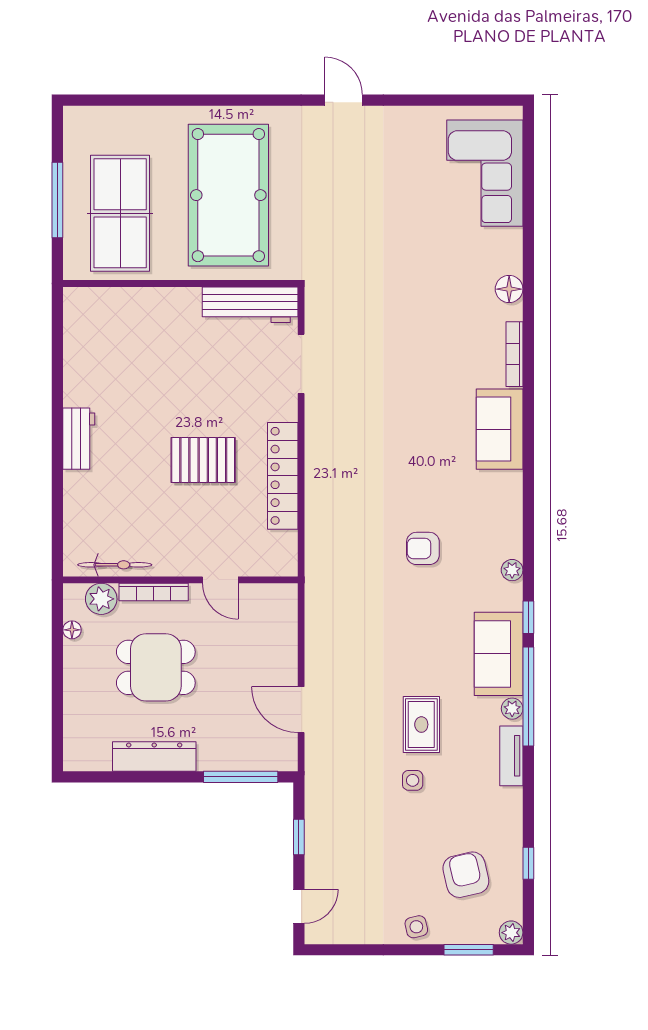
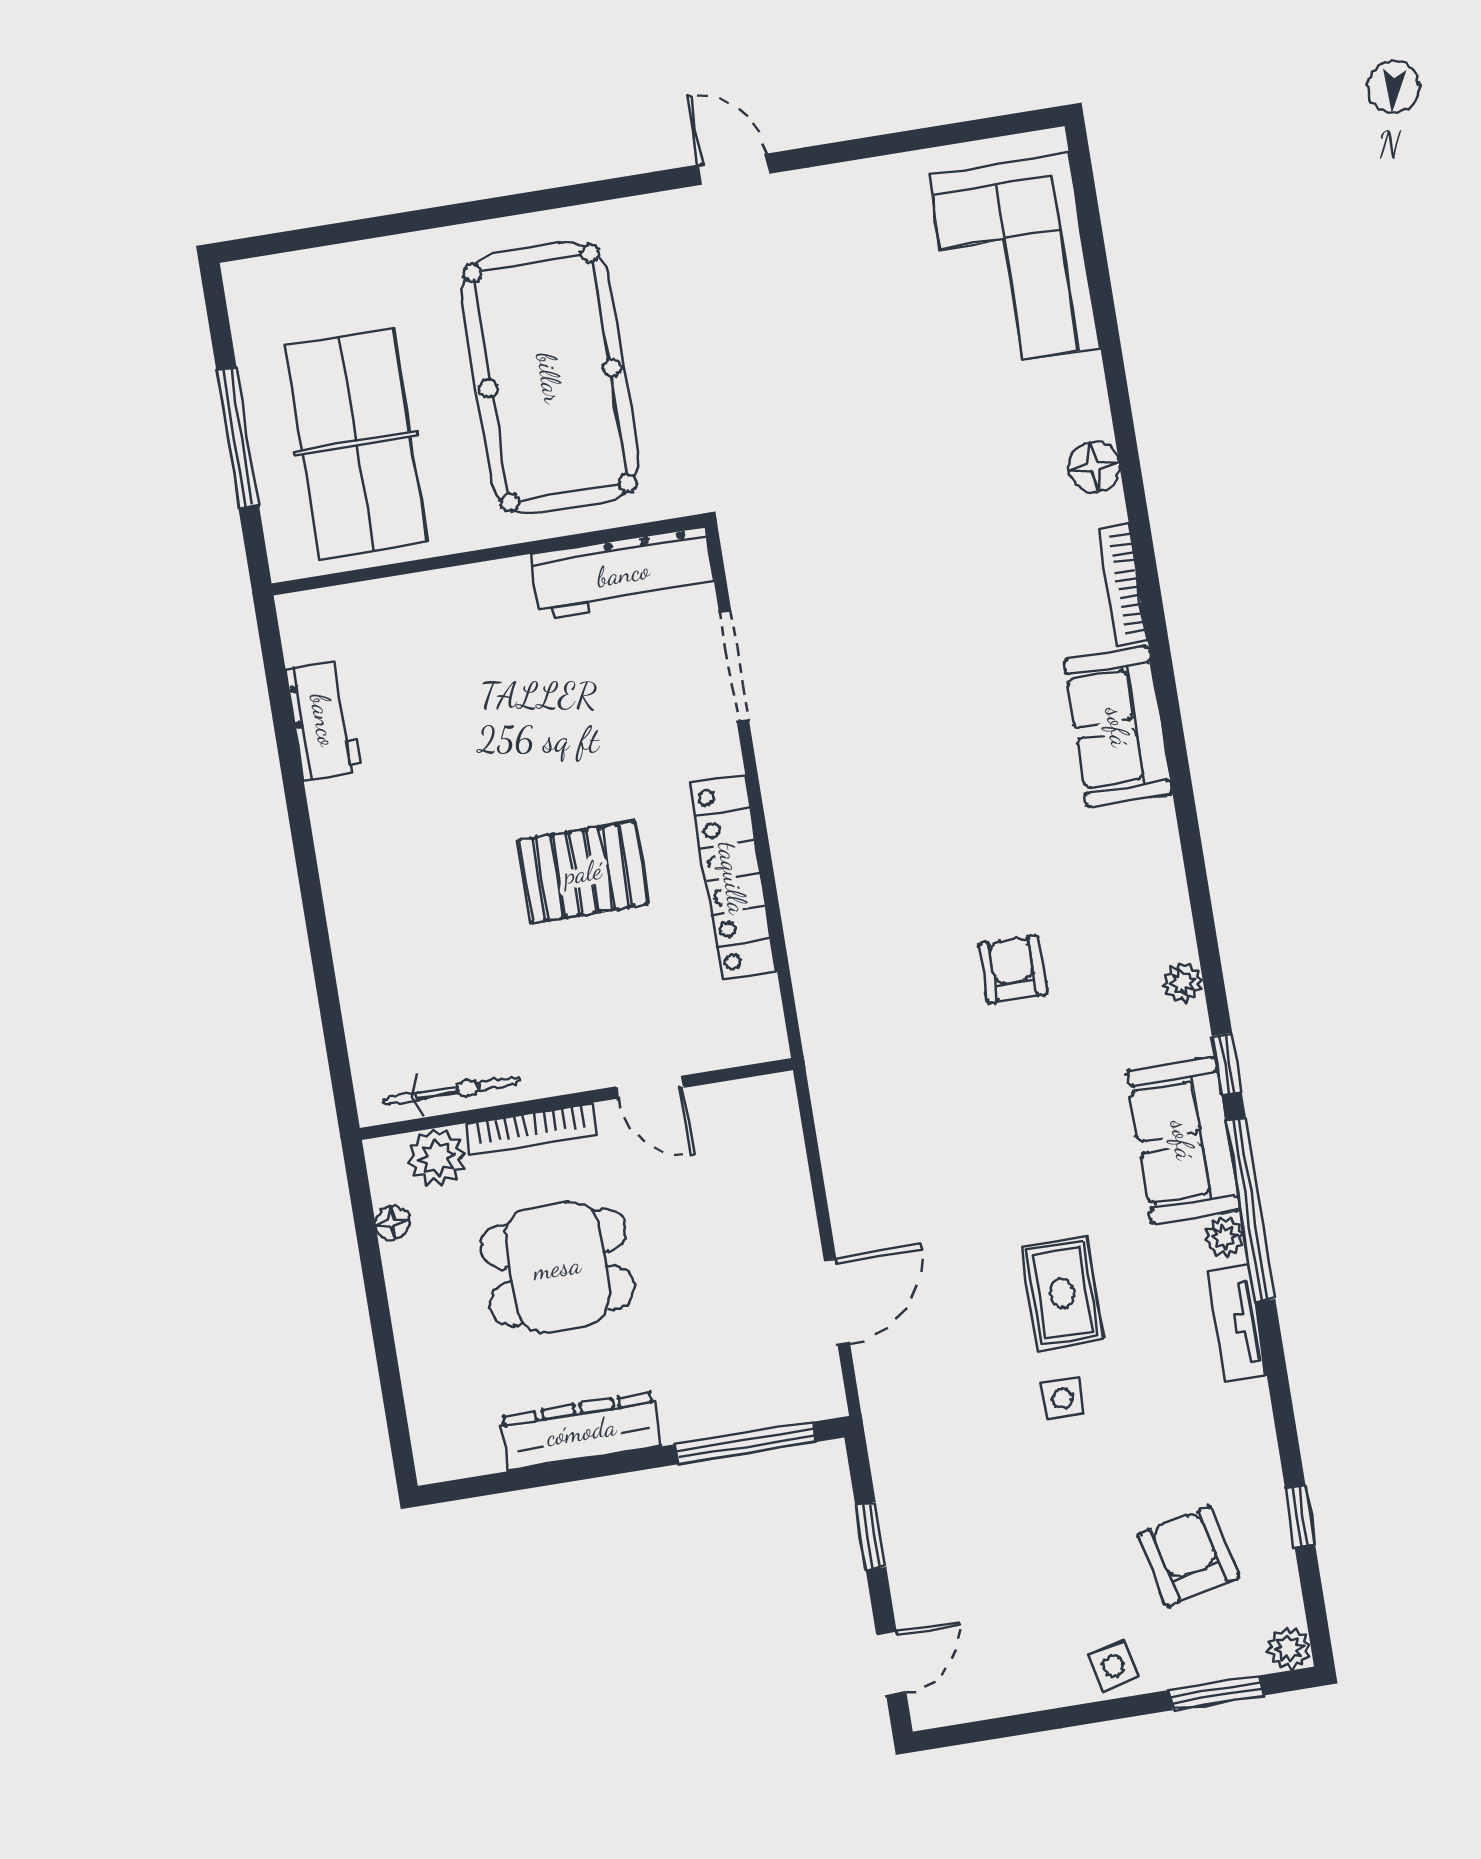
workbench: (79, 439) -> (324, 720), moved
armchair: (423, 548) -> (1013, 969), turned 90
door: (301, 710) -> (837, 1302), swing flipped

